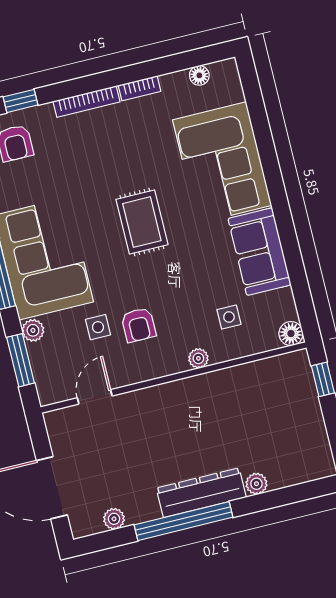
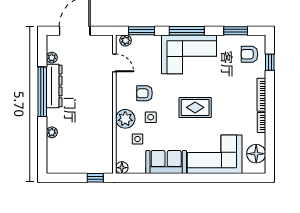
floor lamp: (199, 75) -> (256, 154), width x1.89, depth x1.89
side table: (98, 327) -> (151, 117), moved
plant: (33, 330) -> (126, 40), moved
plant: (198, 358) -> (125, 119), width x1.88, depth x1.88
dresser: (201, 493) -> (54, 86), moved

